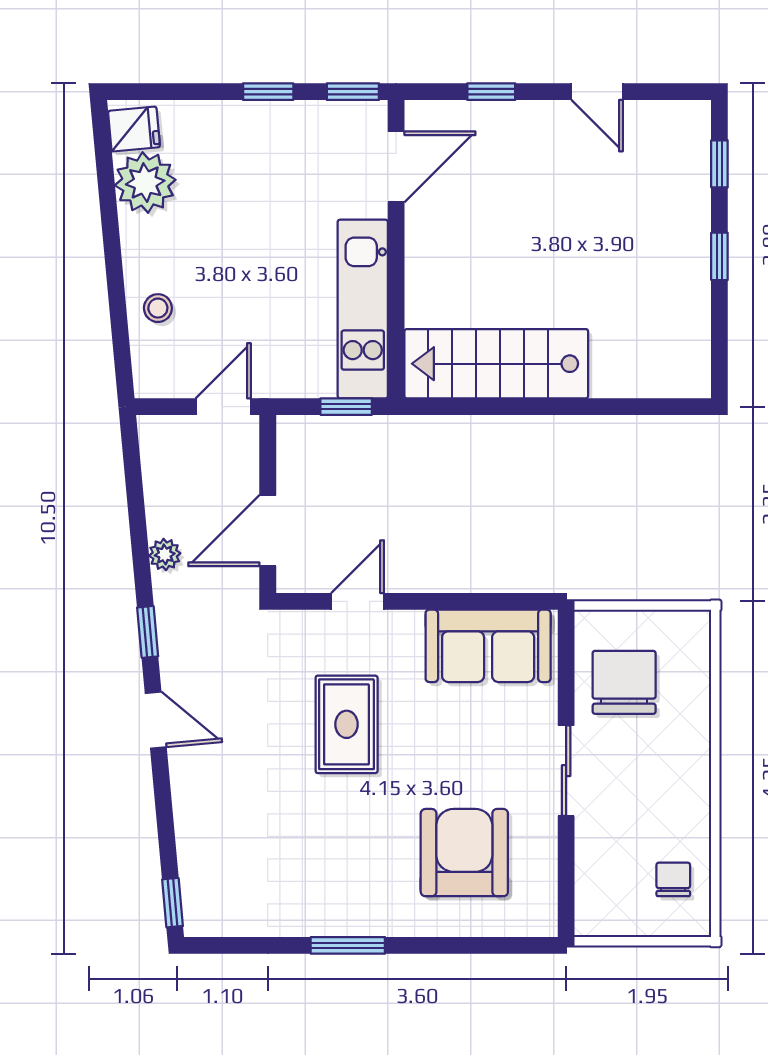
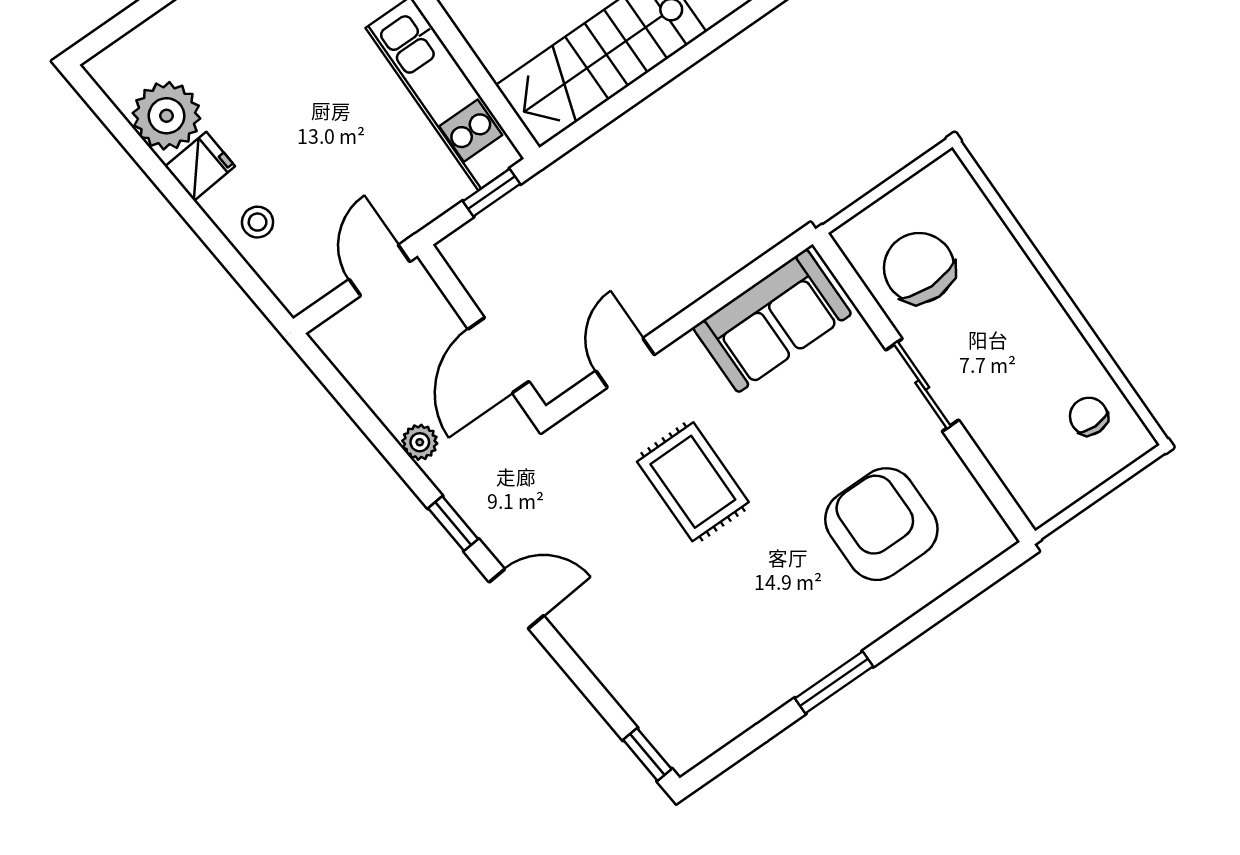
fridge: (134, 129) -> (200, 166), moved

